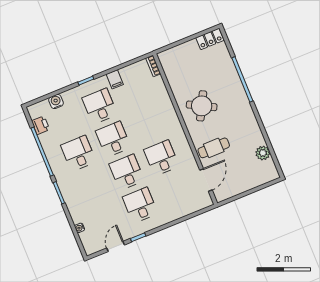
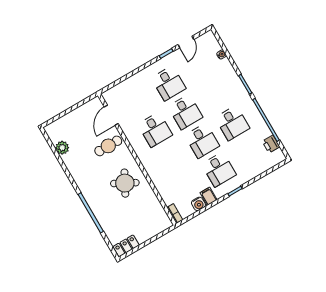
water cooler: (56, 101) -> (198, 204), moved

